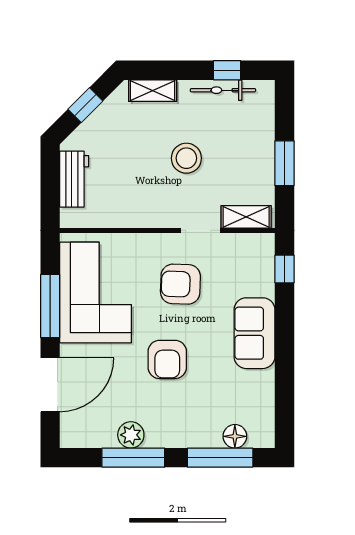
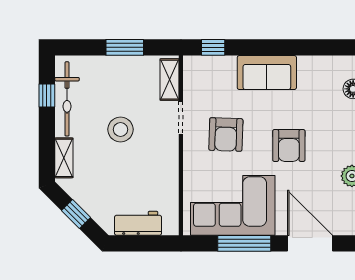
bicycle: (223, 90) -> (67, 99), width x1.37, depth x1.40
armchair: (167, 359) -> (289, 146), turned 90

